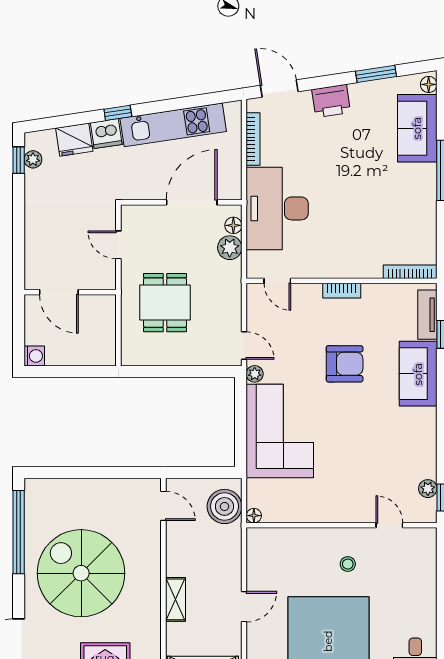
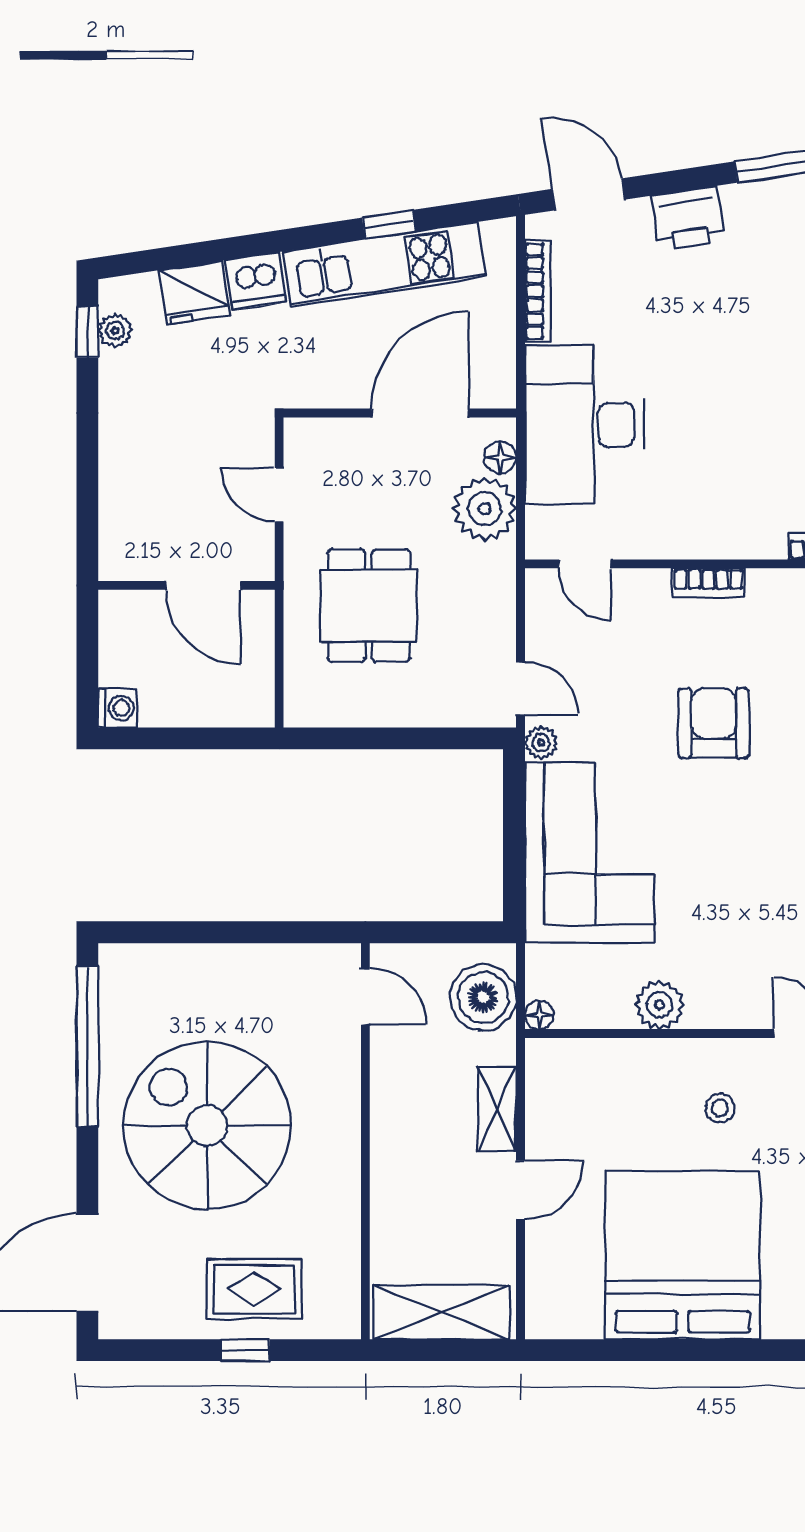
window: (118, 113) -> (389, 224), moved
plant: (230, 248) -> (485, 509), width x1.36, depth x1.36
door: (59, 292) -> (203, 585), moved
armchair: (345, 364) -> (714, 723), turned -90
plant: (316, 510) -> (660, 1005), added
shelving: (175, 599) -> (497, 1109), moved

